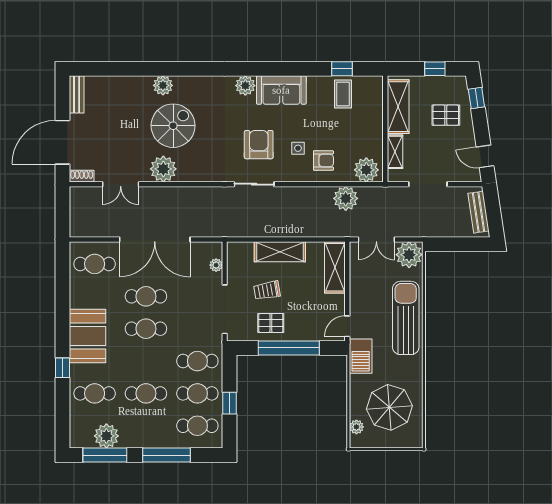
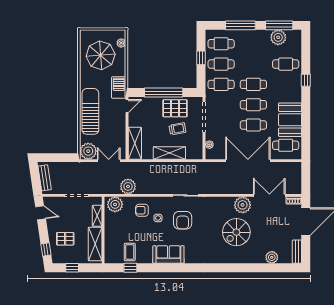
plant: (163, 85) -> (272, 257), moved
plant: (245, 86) -> (191, 257), removed
double door: (121, 184) -> (269, 195), width x1.37
sun lounger: (406, 318) -> (90, 111), turned 180
pallet: (271, 323) -> (175, 108), width x1.50, depth x1.42
booth: (88, 336) -> (290, 120), moved
cafe table: (146, 393) -> (253, 84), moved

